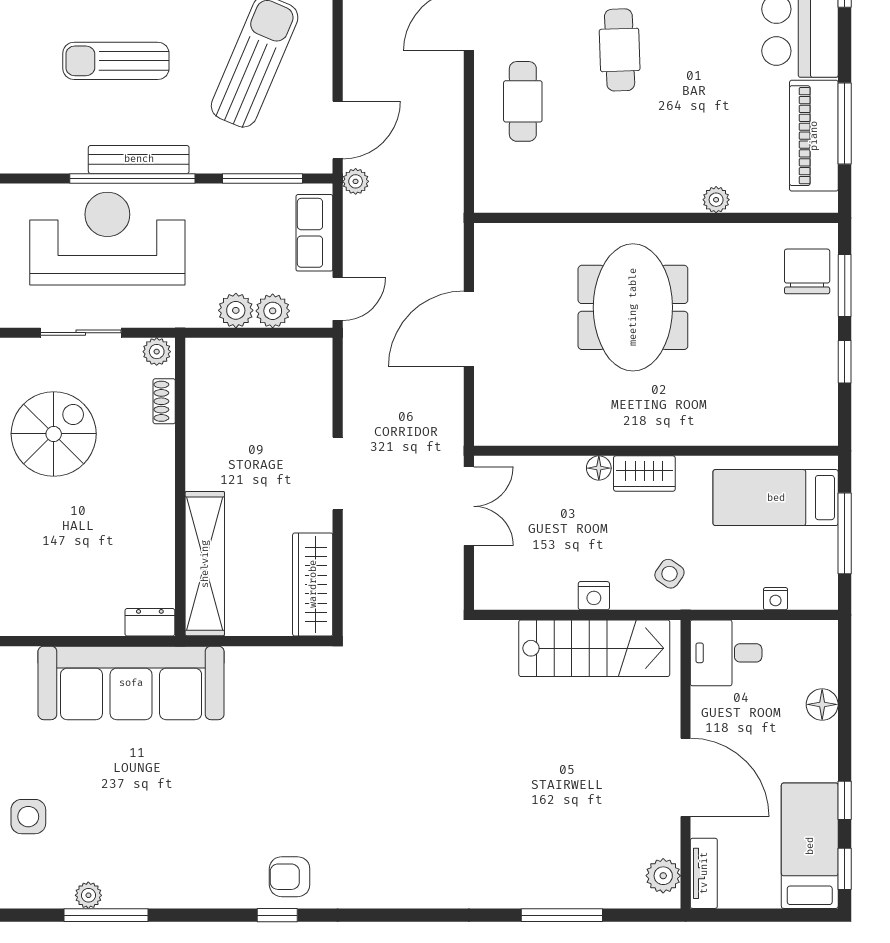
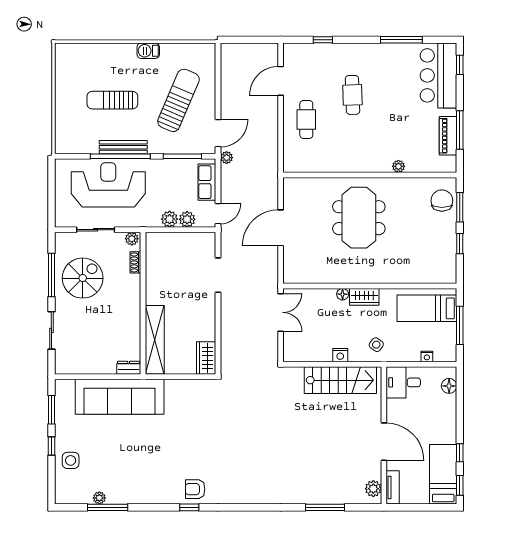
piano: (814, 136) -> (448, 136), width x0.73, depth x0.75
doorway: (338, 473) -> (218, 275), moved
wardrobe: (313, 584) -> (206, 358), width x0.67
floor lamp: (822, 704) -> (449, 386), moved

